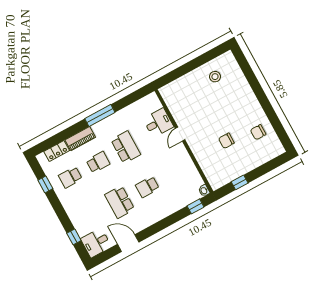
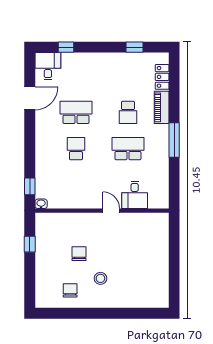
stool: (215, 77) -> (100, 278), moved
school desk: (126, 147) -> (128, 149), turned 180
school desk: (70, 177) -> (128, 76), removed

